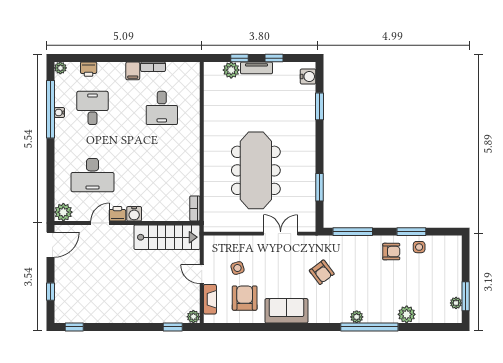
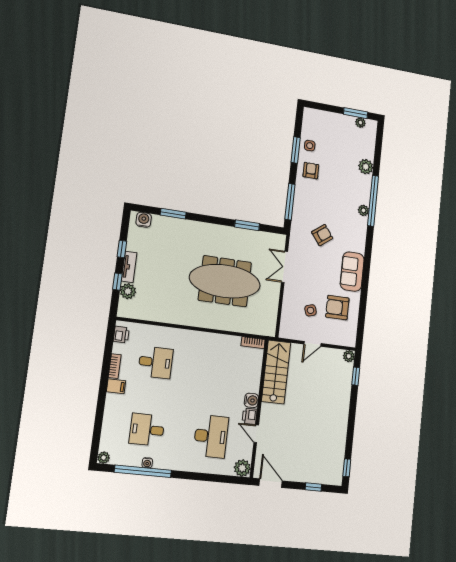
printer: (89, 69) -> (121, 335), moved
fireplace: (210, 299) -> (335, 339), removed

